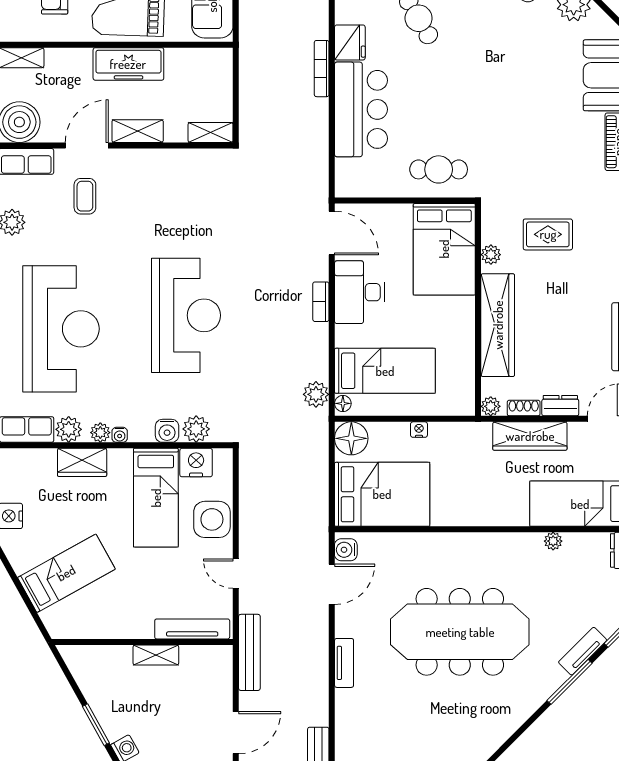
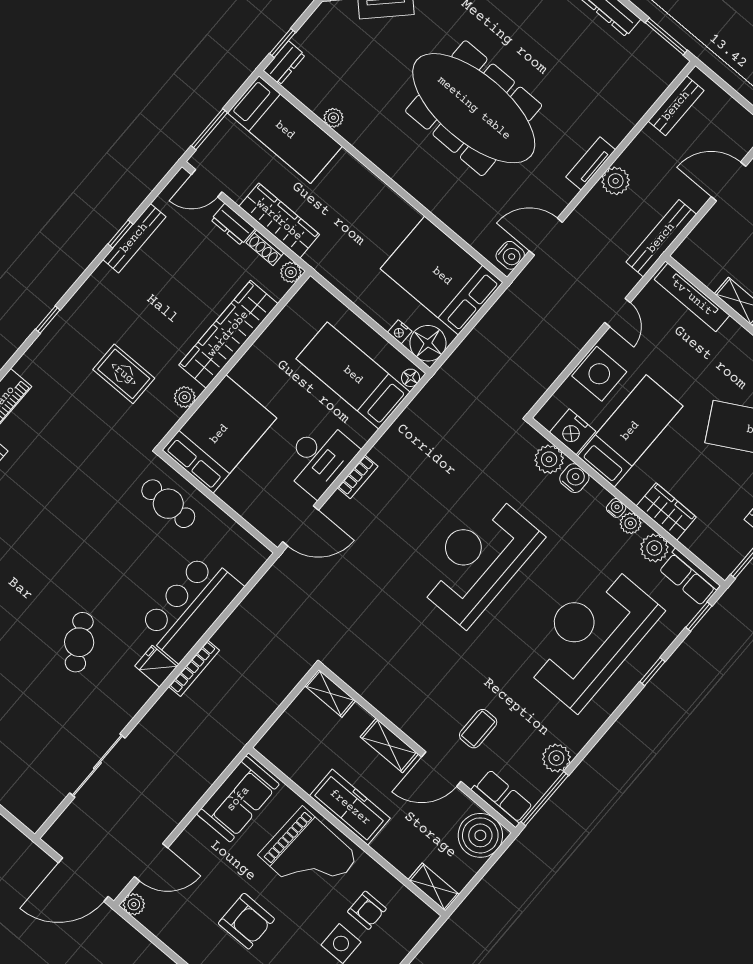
fridge: (350, 42) -> (156, 666), width x0.72
door: (332, 233) -> (301, 526), swing flipped
plant: (316, 394) -> (616, 181), moved
nightstand: (419, 430) -> (400, 332), moved

